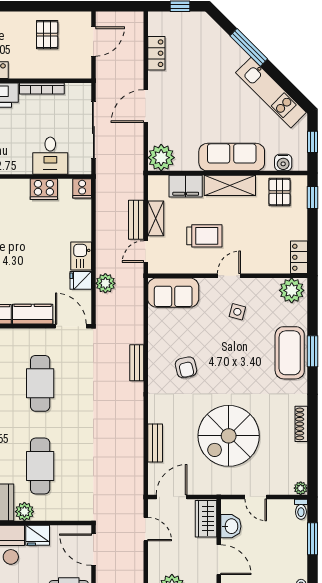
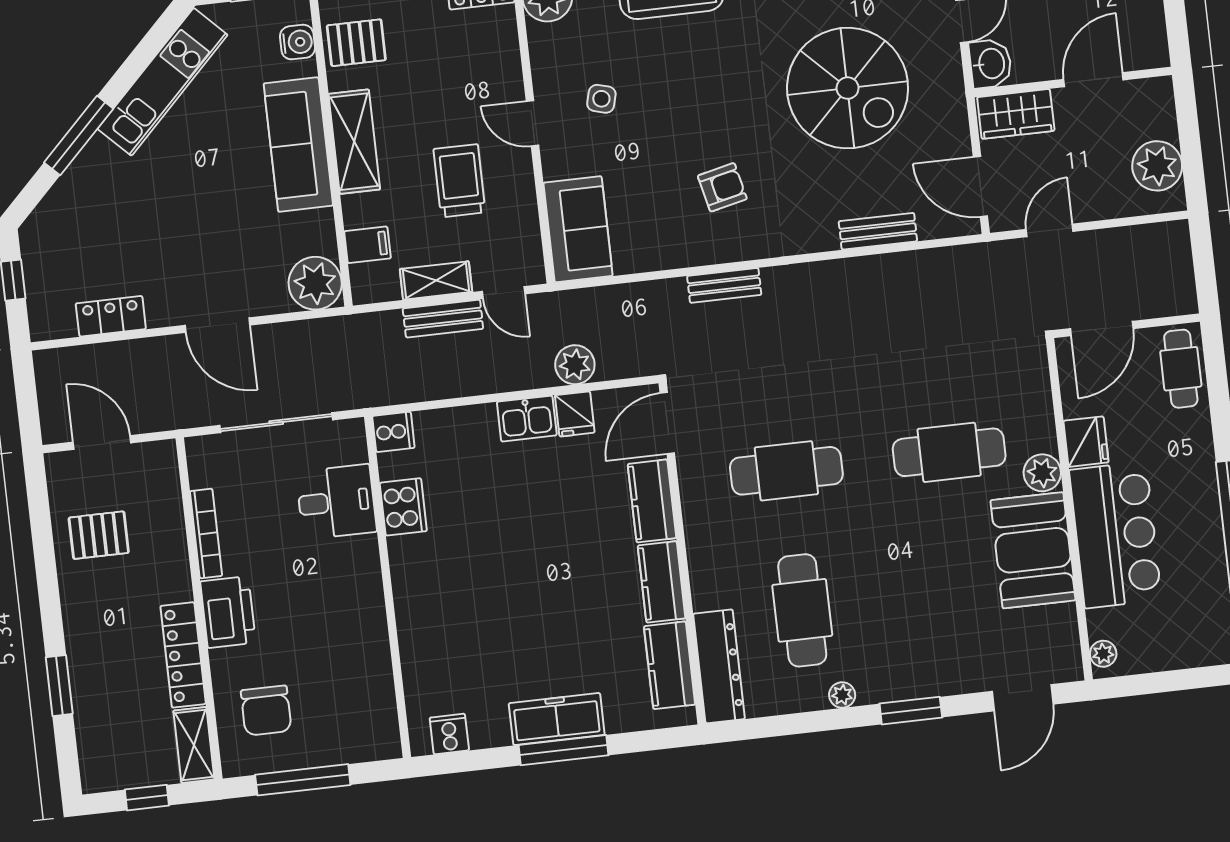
filing cabinet: (186, 186) -> (368, 245), width x0.50
washbasin: (231, 526) -> (991, 64), moved, turned 90

